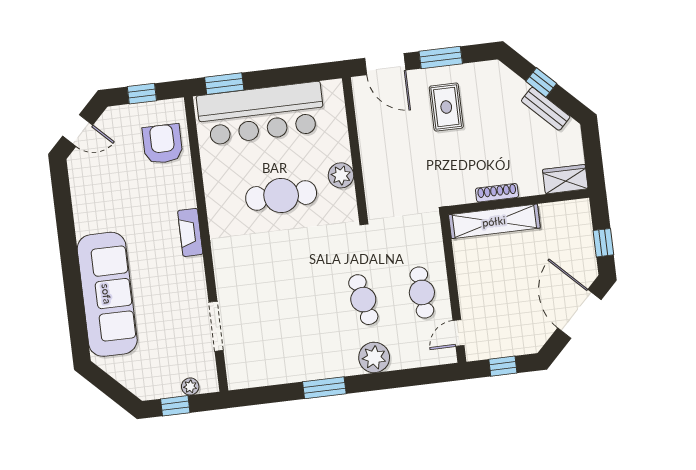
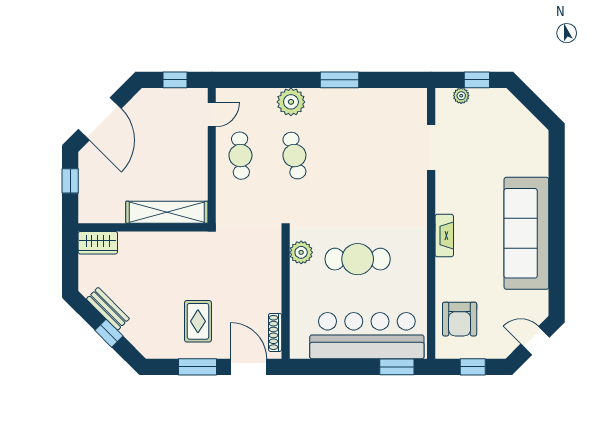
plant: (341, 175) -> (301, 252), moved
shoe rack: (497, 193) -> (275, 332), moved, turned 90
sofa: (107, 294) -> (526, 233), moved

